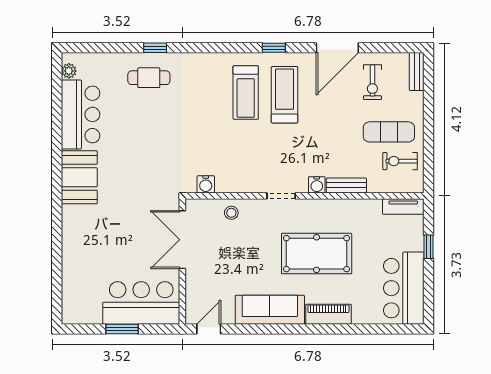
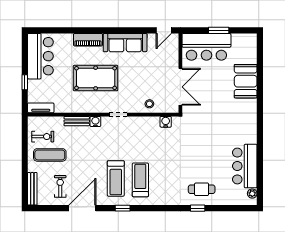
bench: (417, 71) -> (32, 189), width x1.36
booth: (79, 177) -> (246, 81), moved

